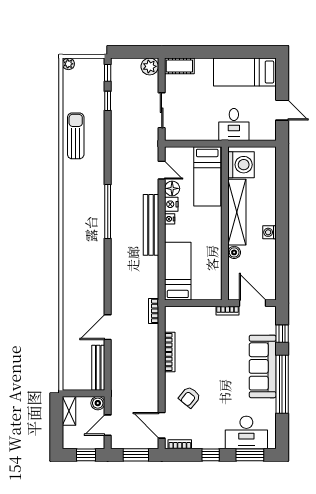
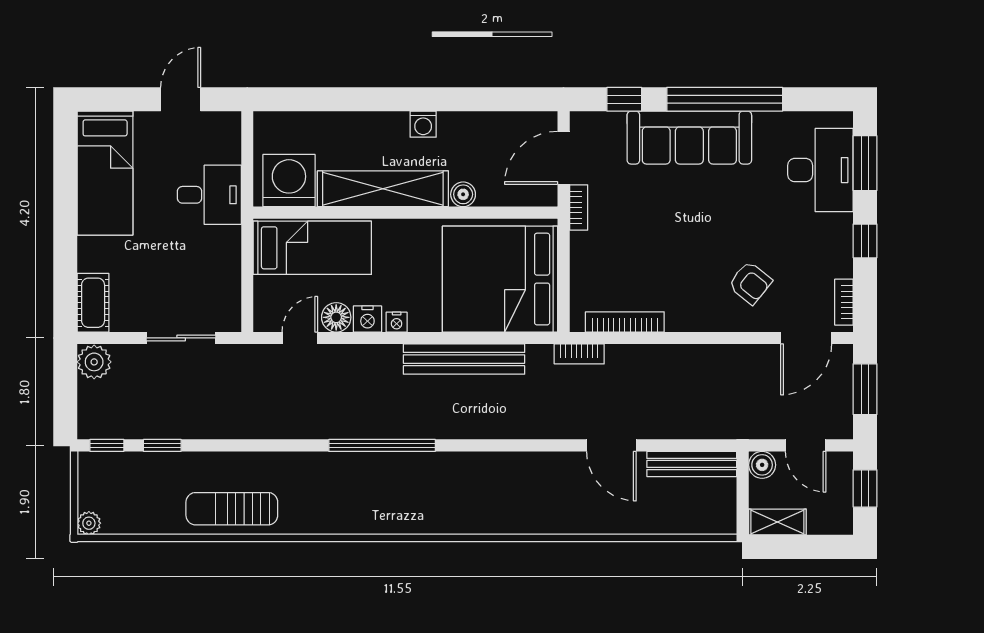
bench: (151, 225) -> (464, 359), moved
bed: (178, 271) -> (500, 279), width x2.04
bookcase: (170, 352) -> (625, 322), moved

